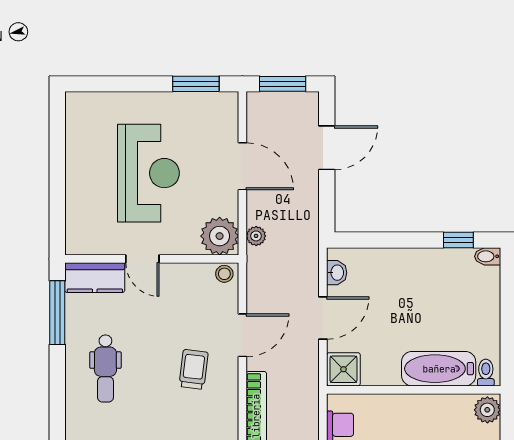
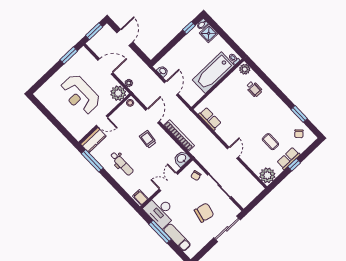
reception desk: (148, 173) -> (80, 95), turned 180
shower: (343, 369) -> (209, 33), moved
bathtub: (439, 369) -> (213, 73), width x1.36, depth x1.36

